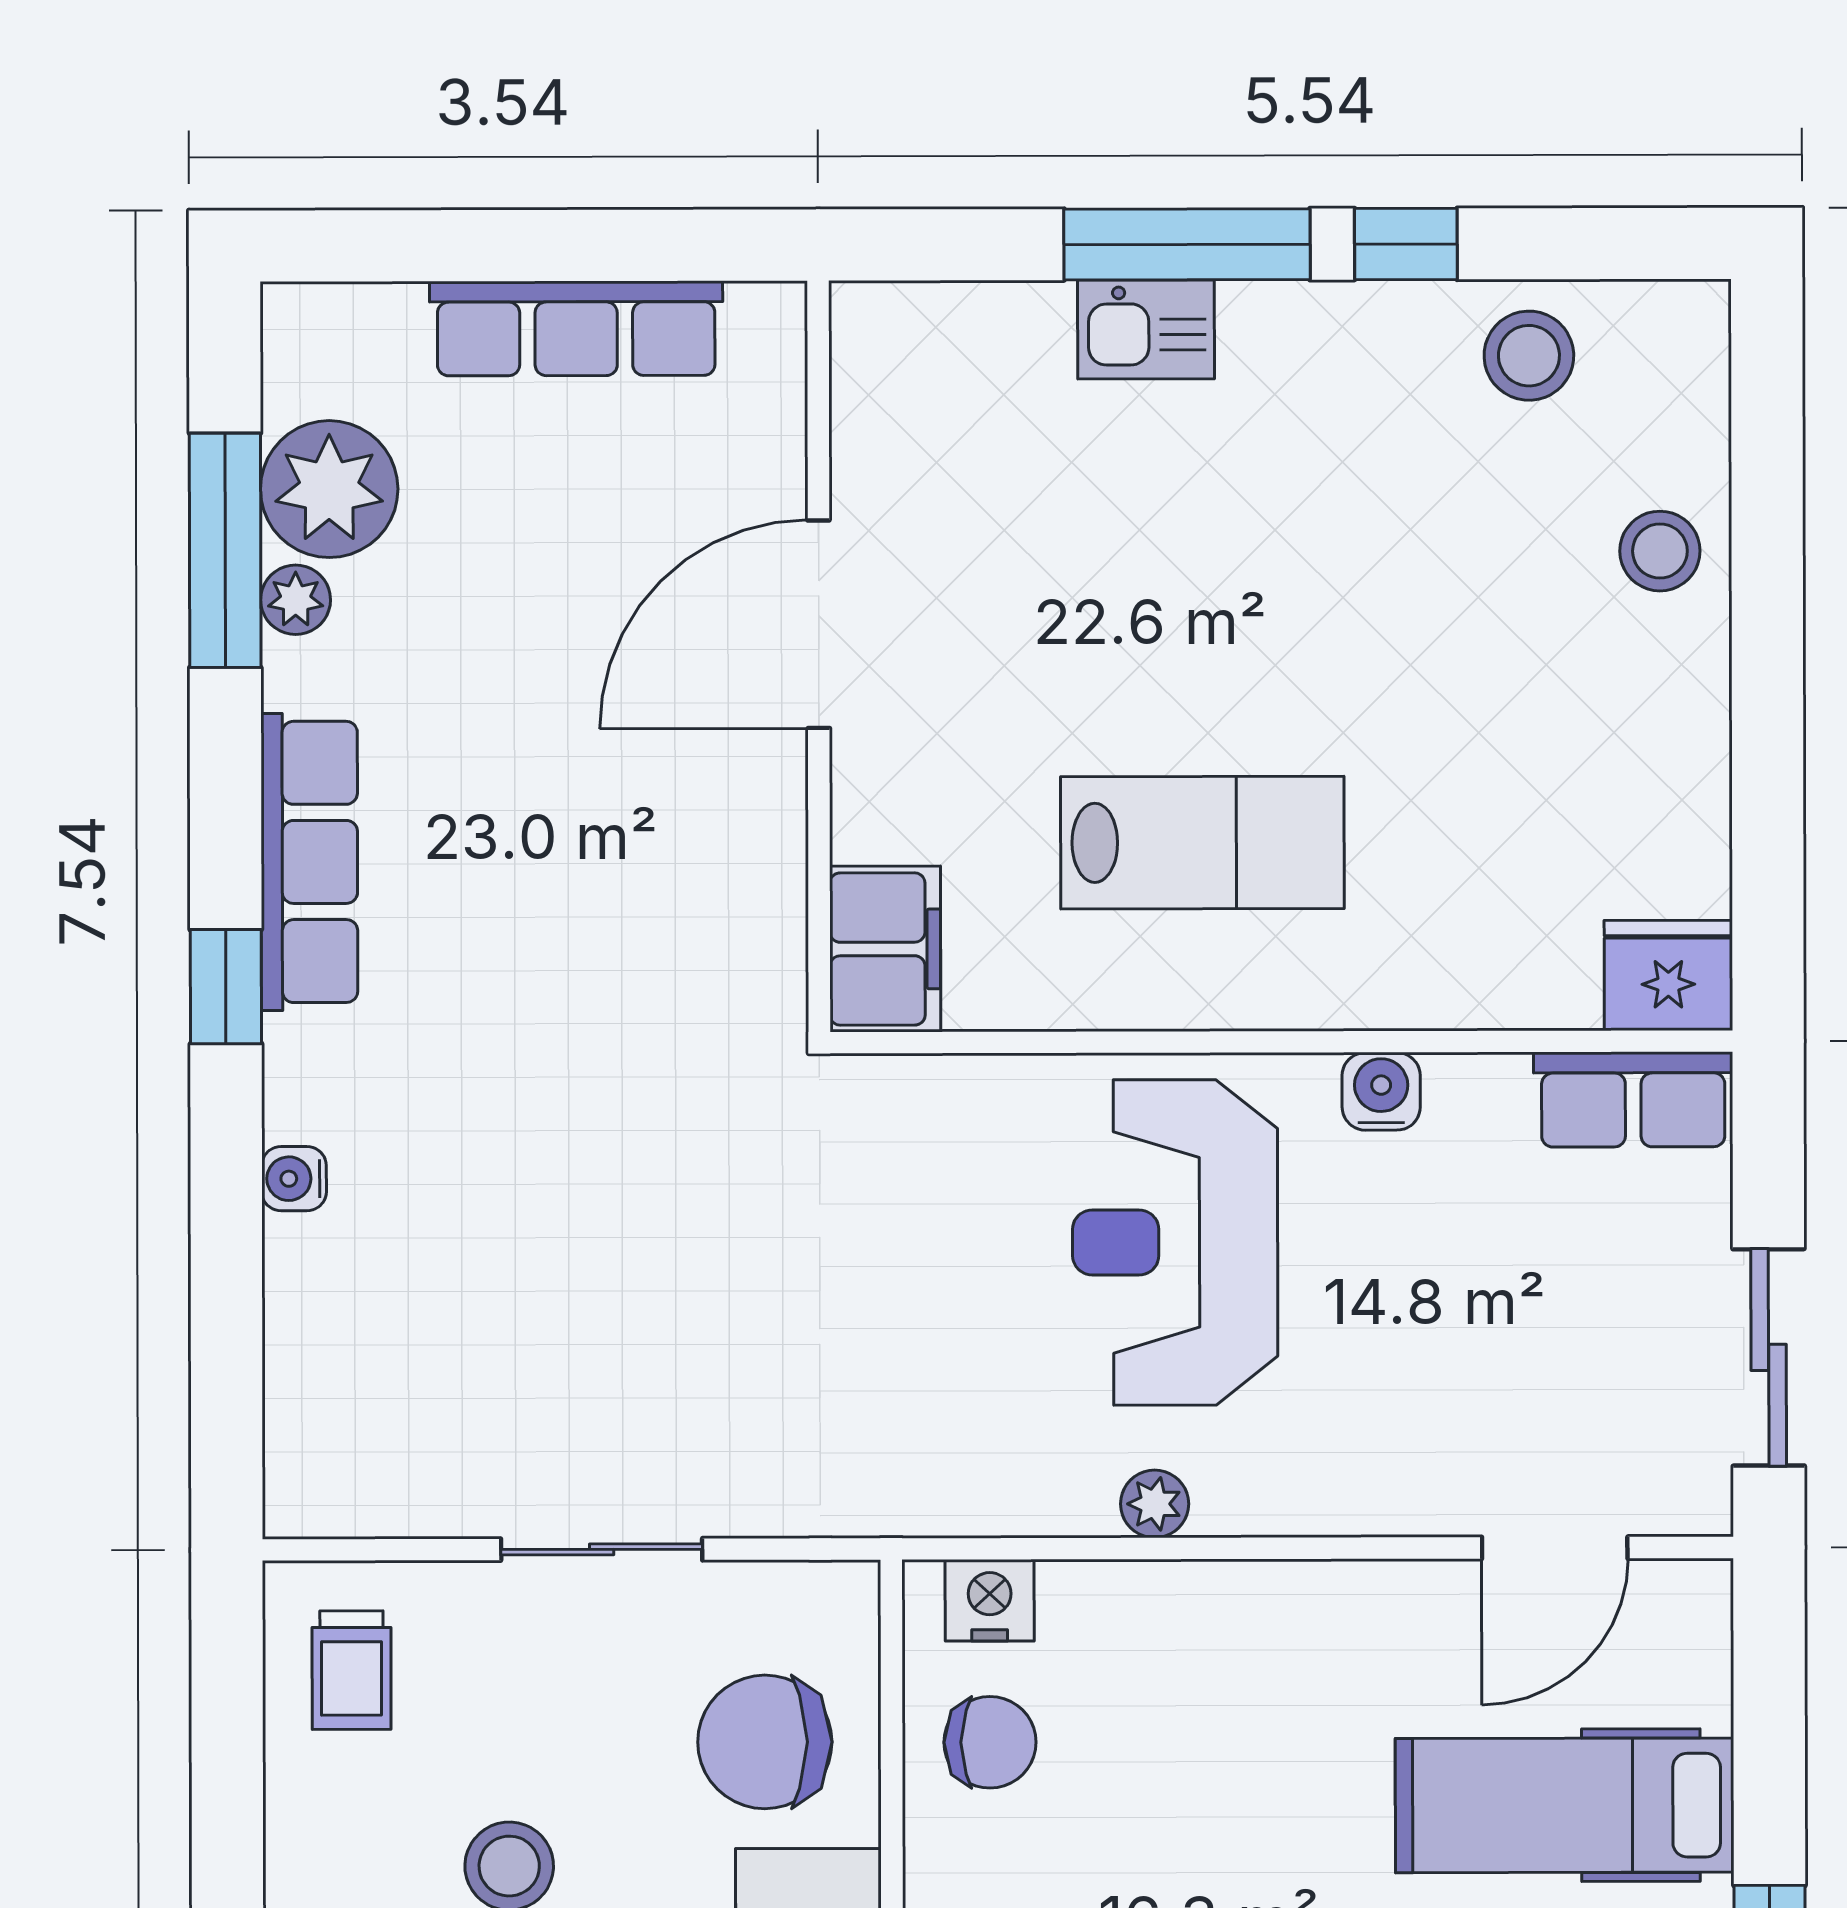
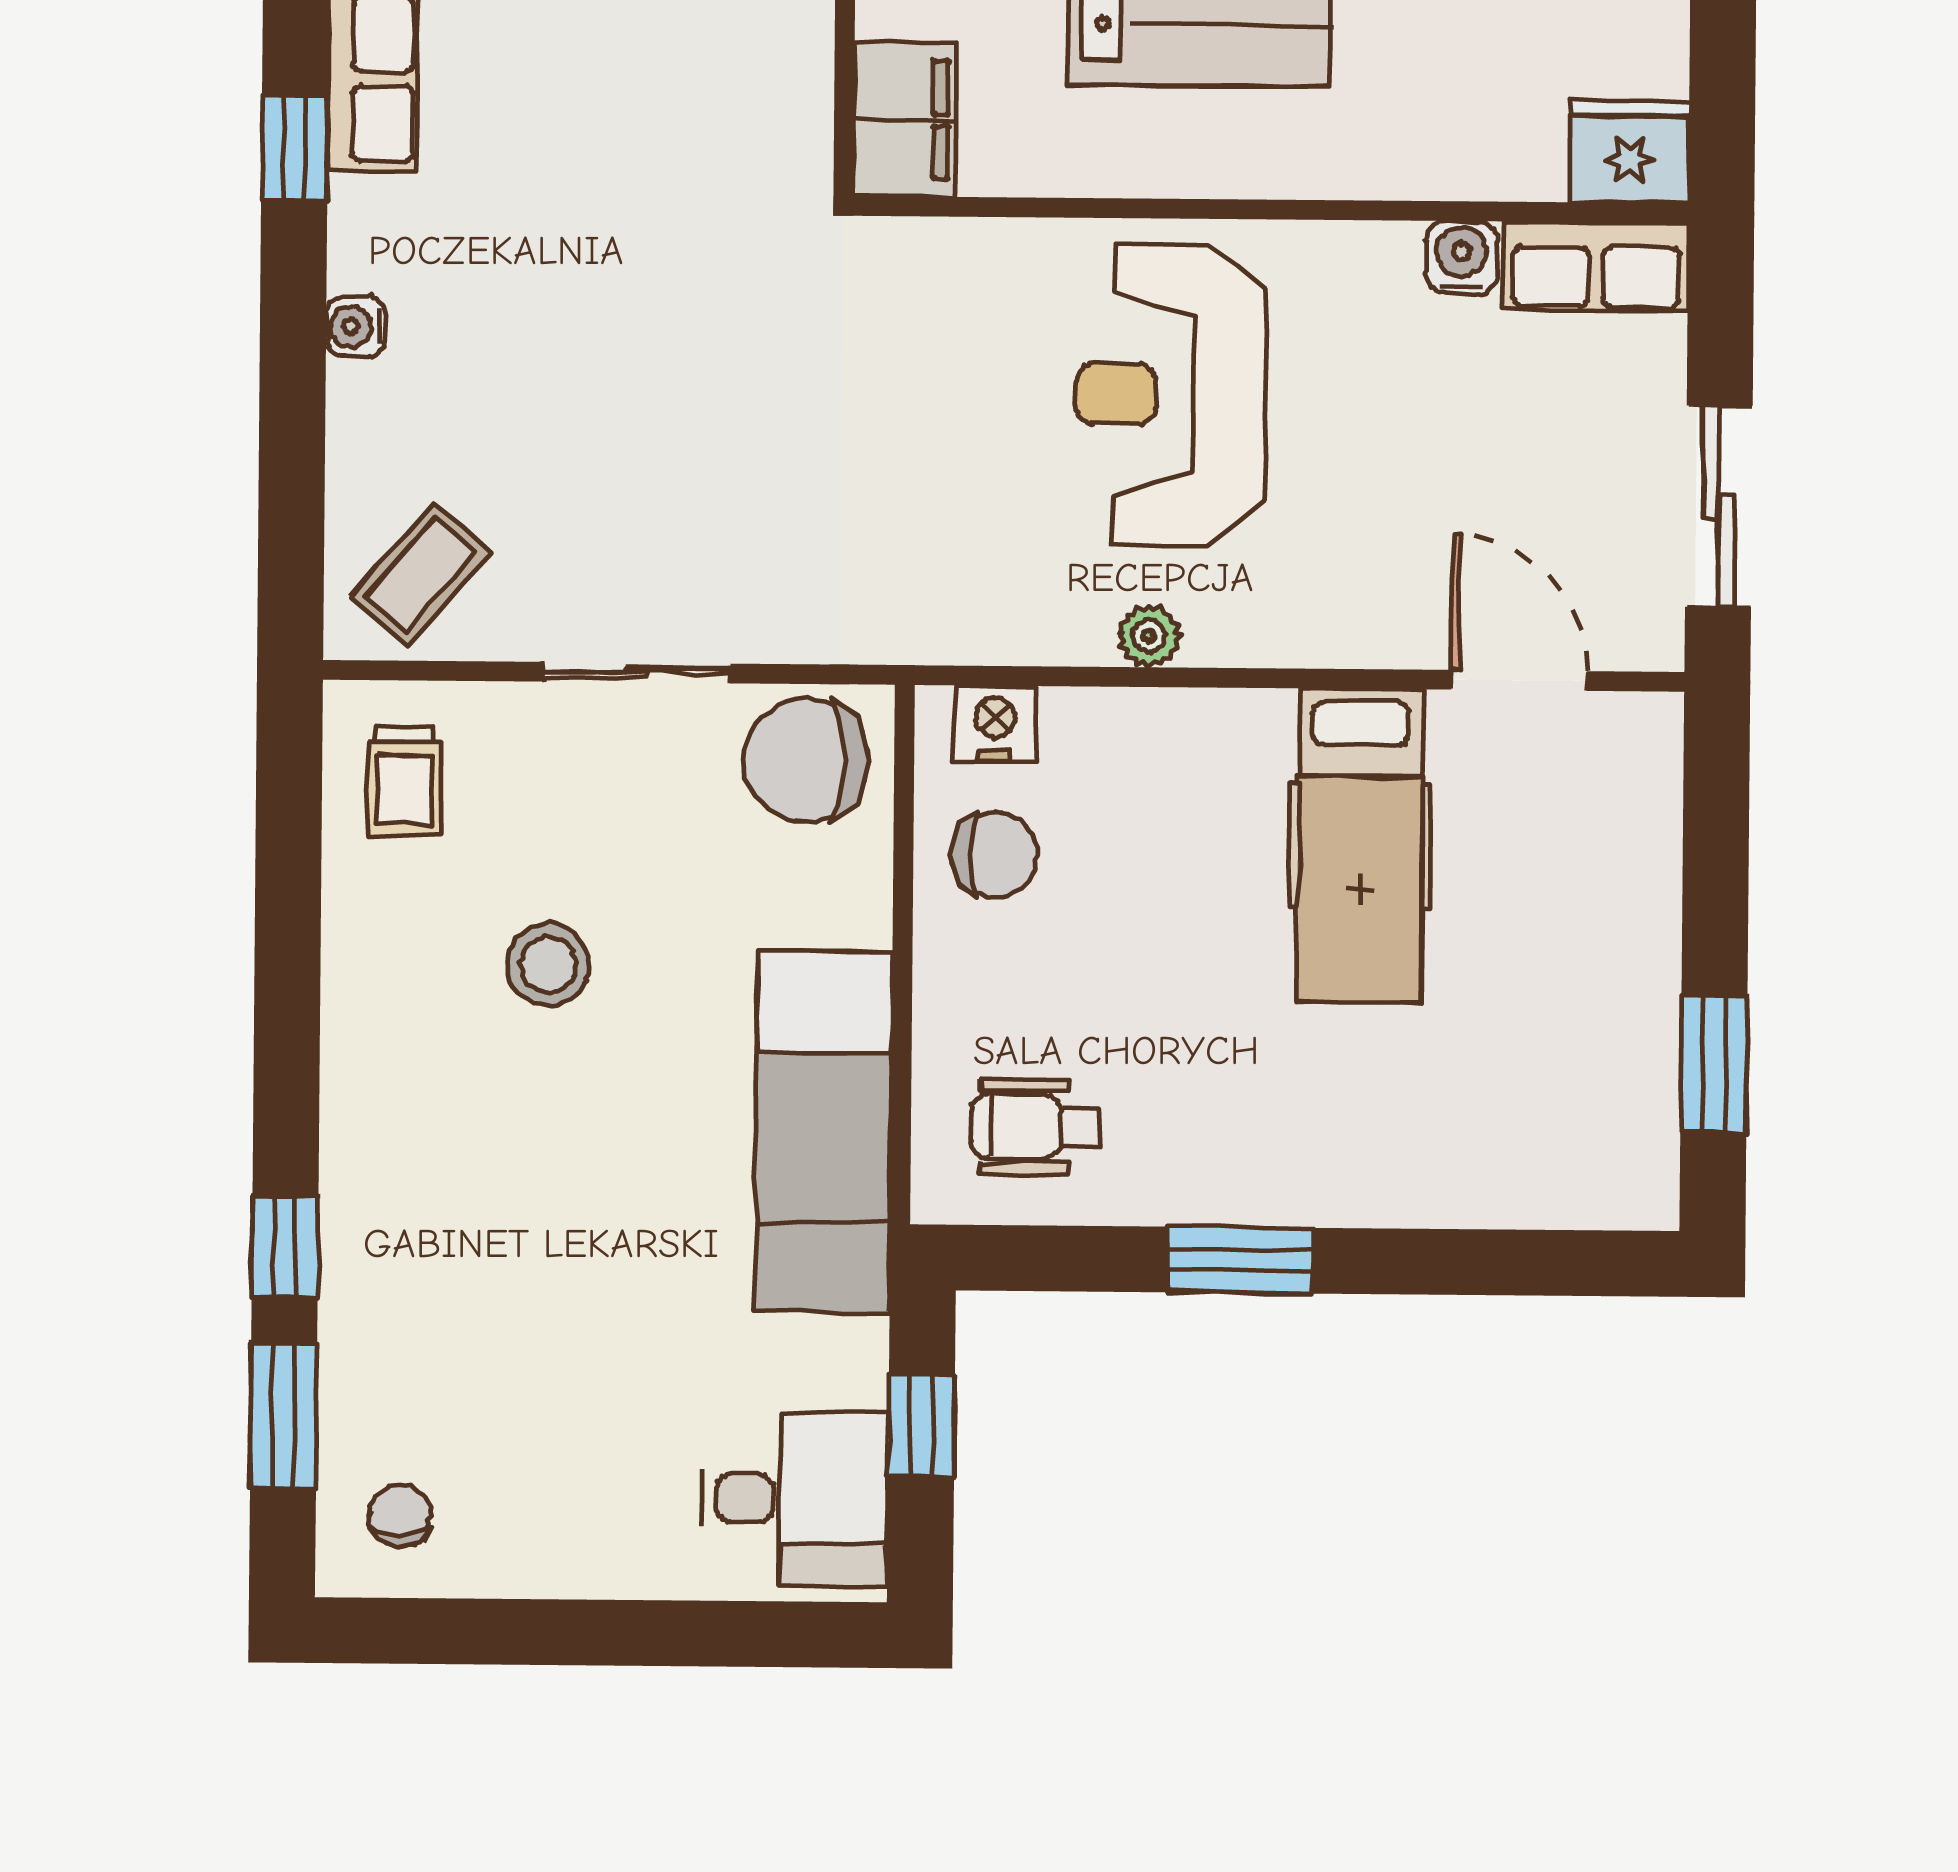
water cooler: (1381, 1091) -> (1461, 257), moved
coffee table: (367, 1446) -> (421, 575), added
door: (1555, 1548) -> (1519, 680), swing flipped
chair: (765, 1742) -> (806, 760), moved
hospital bed: (1565, 1805) -> (1360, 845), moved, turned -90

